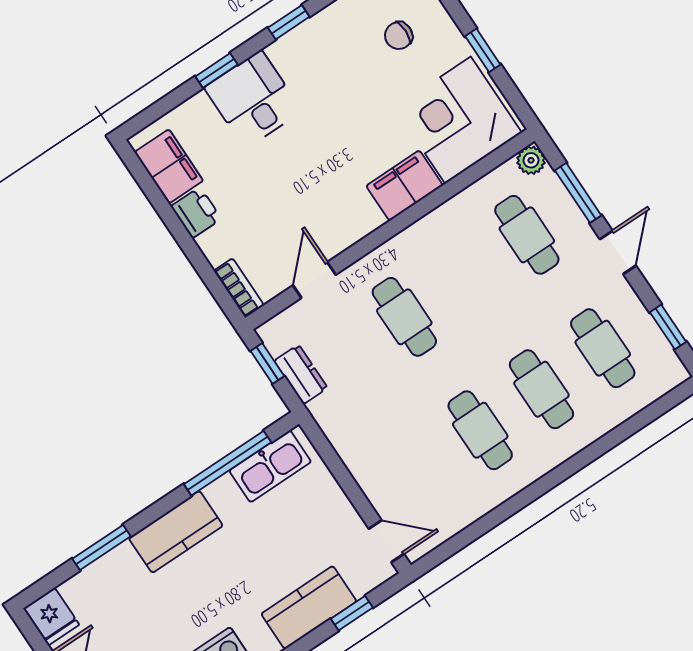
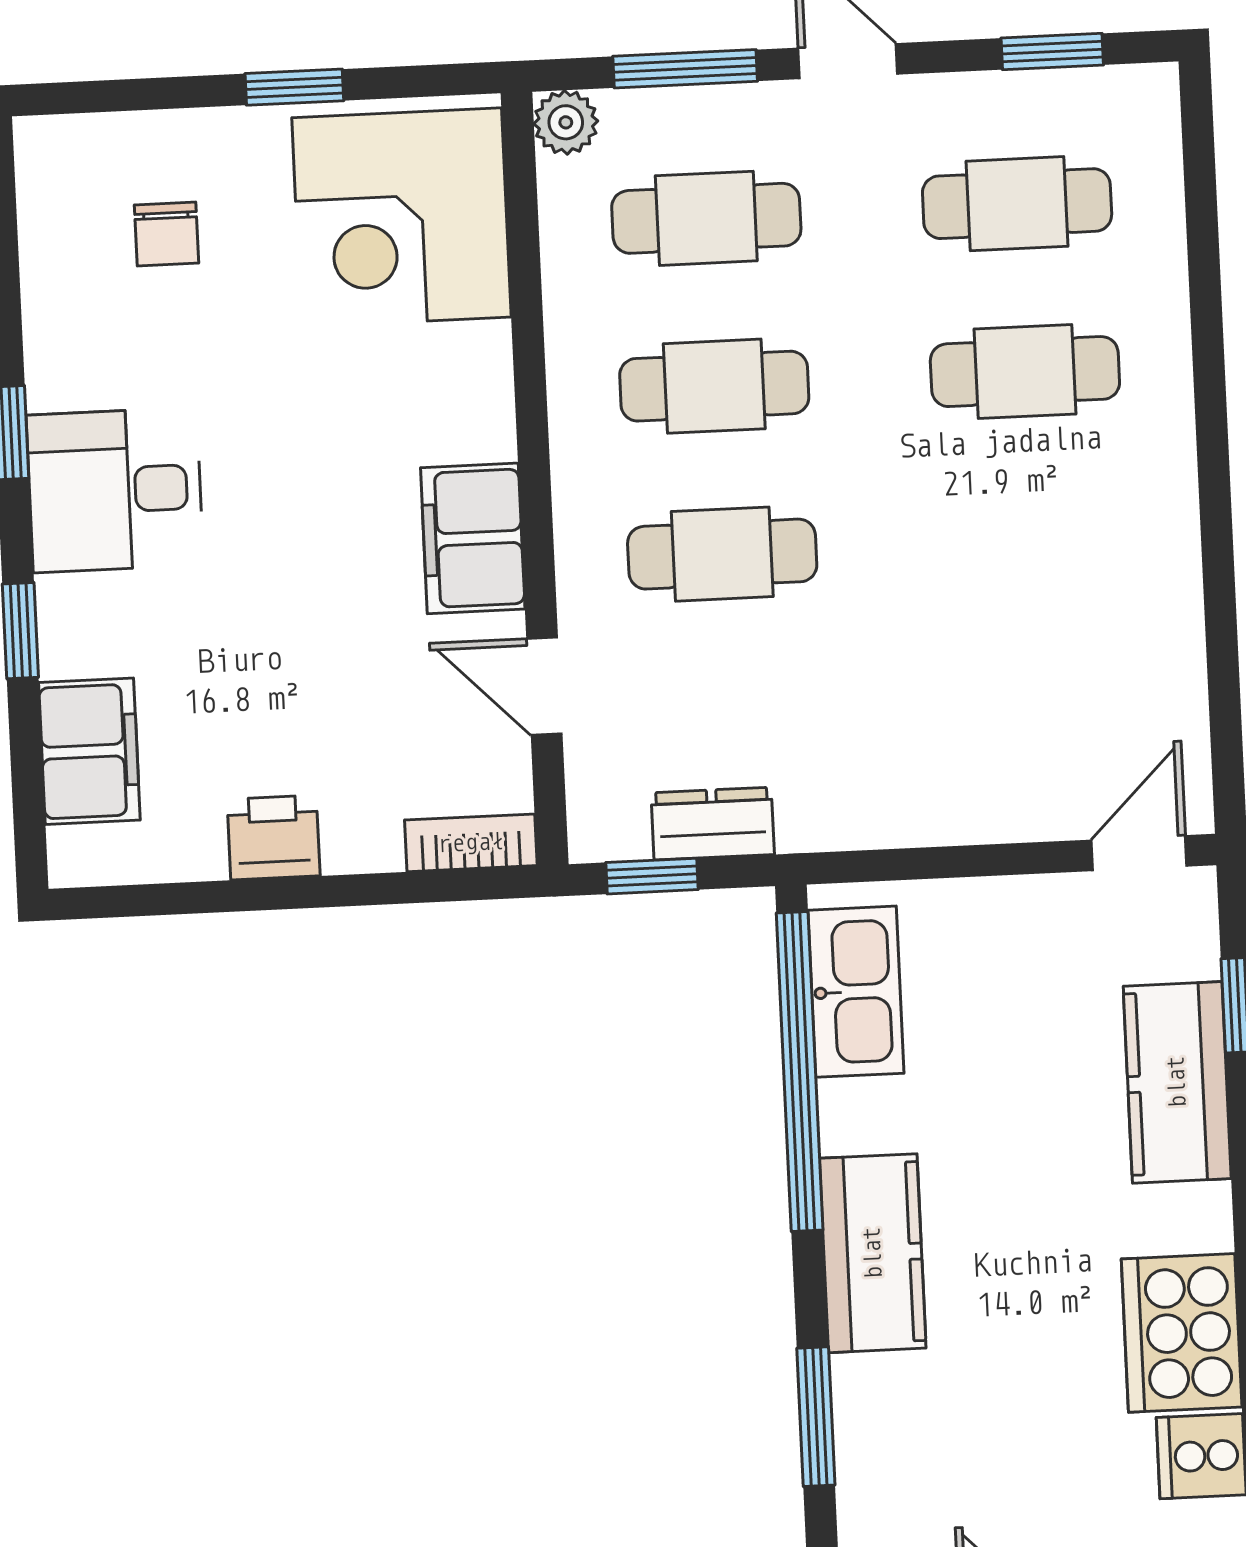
desk: (253, 99) -> (115, 490), moved
filing cabinet: (169, 166) -> (89, 751), moved, turned 90
filing cabinet: (405, 186) -> (473, 538), moved
cafe table: (480, 430) -> (714, 386), moved
window: (227, 463) -> (800, 1072), width x1.46

